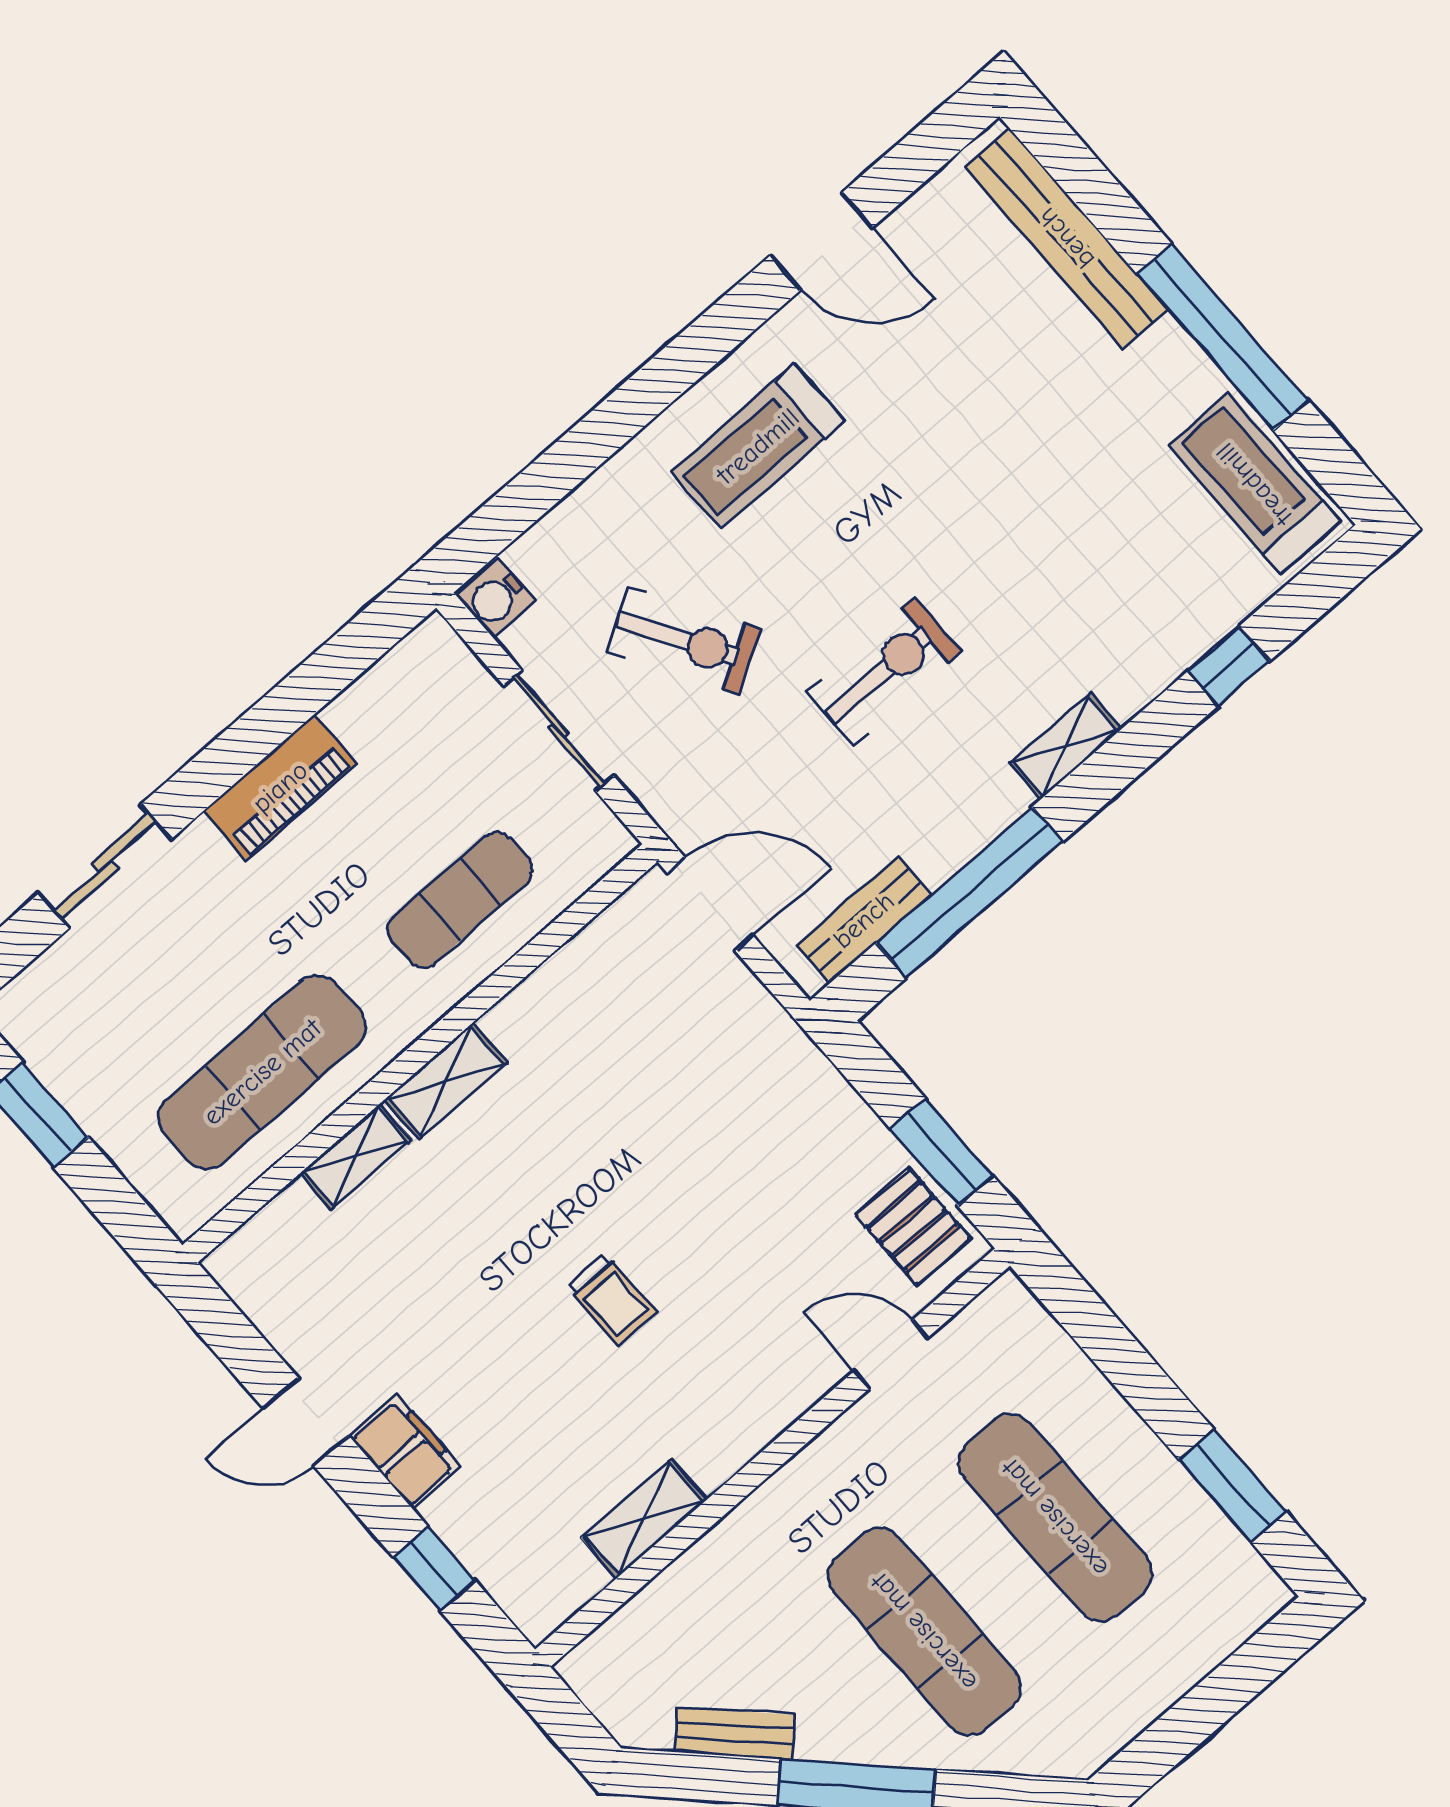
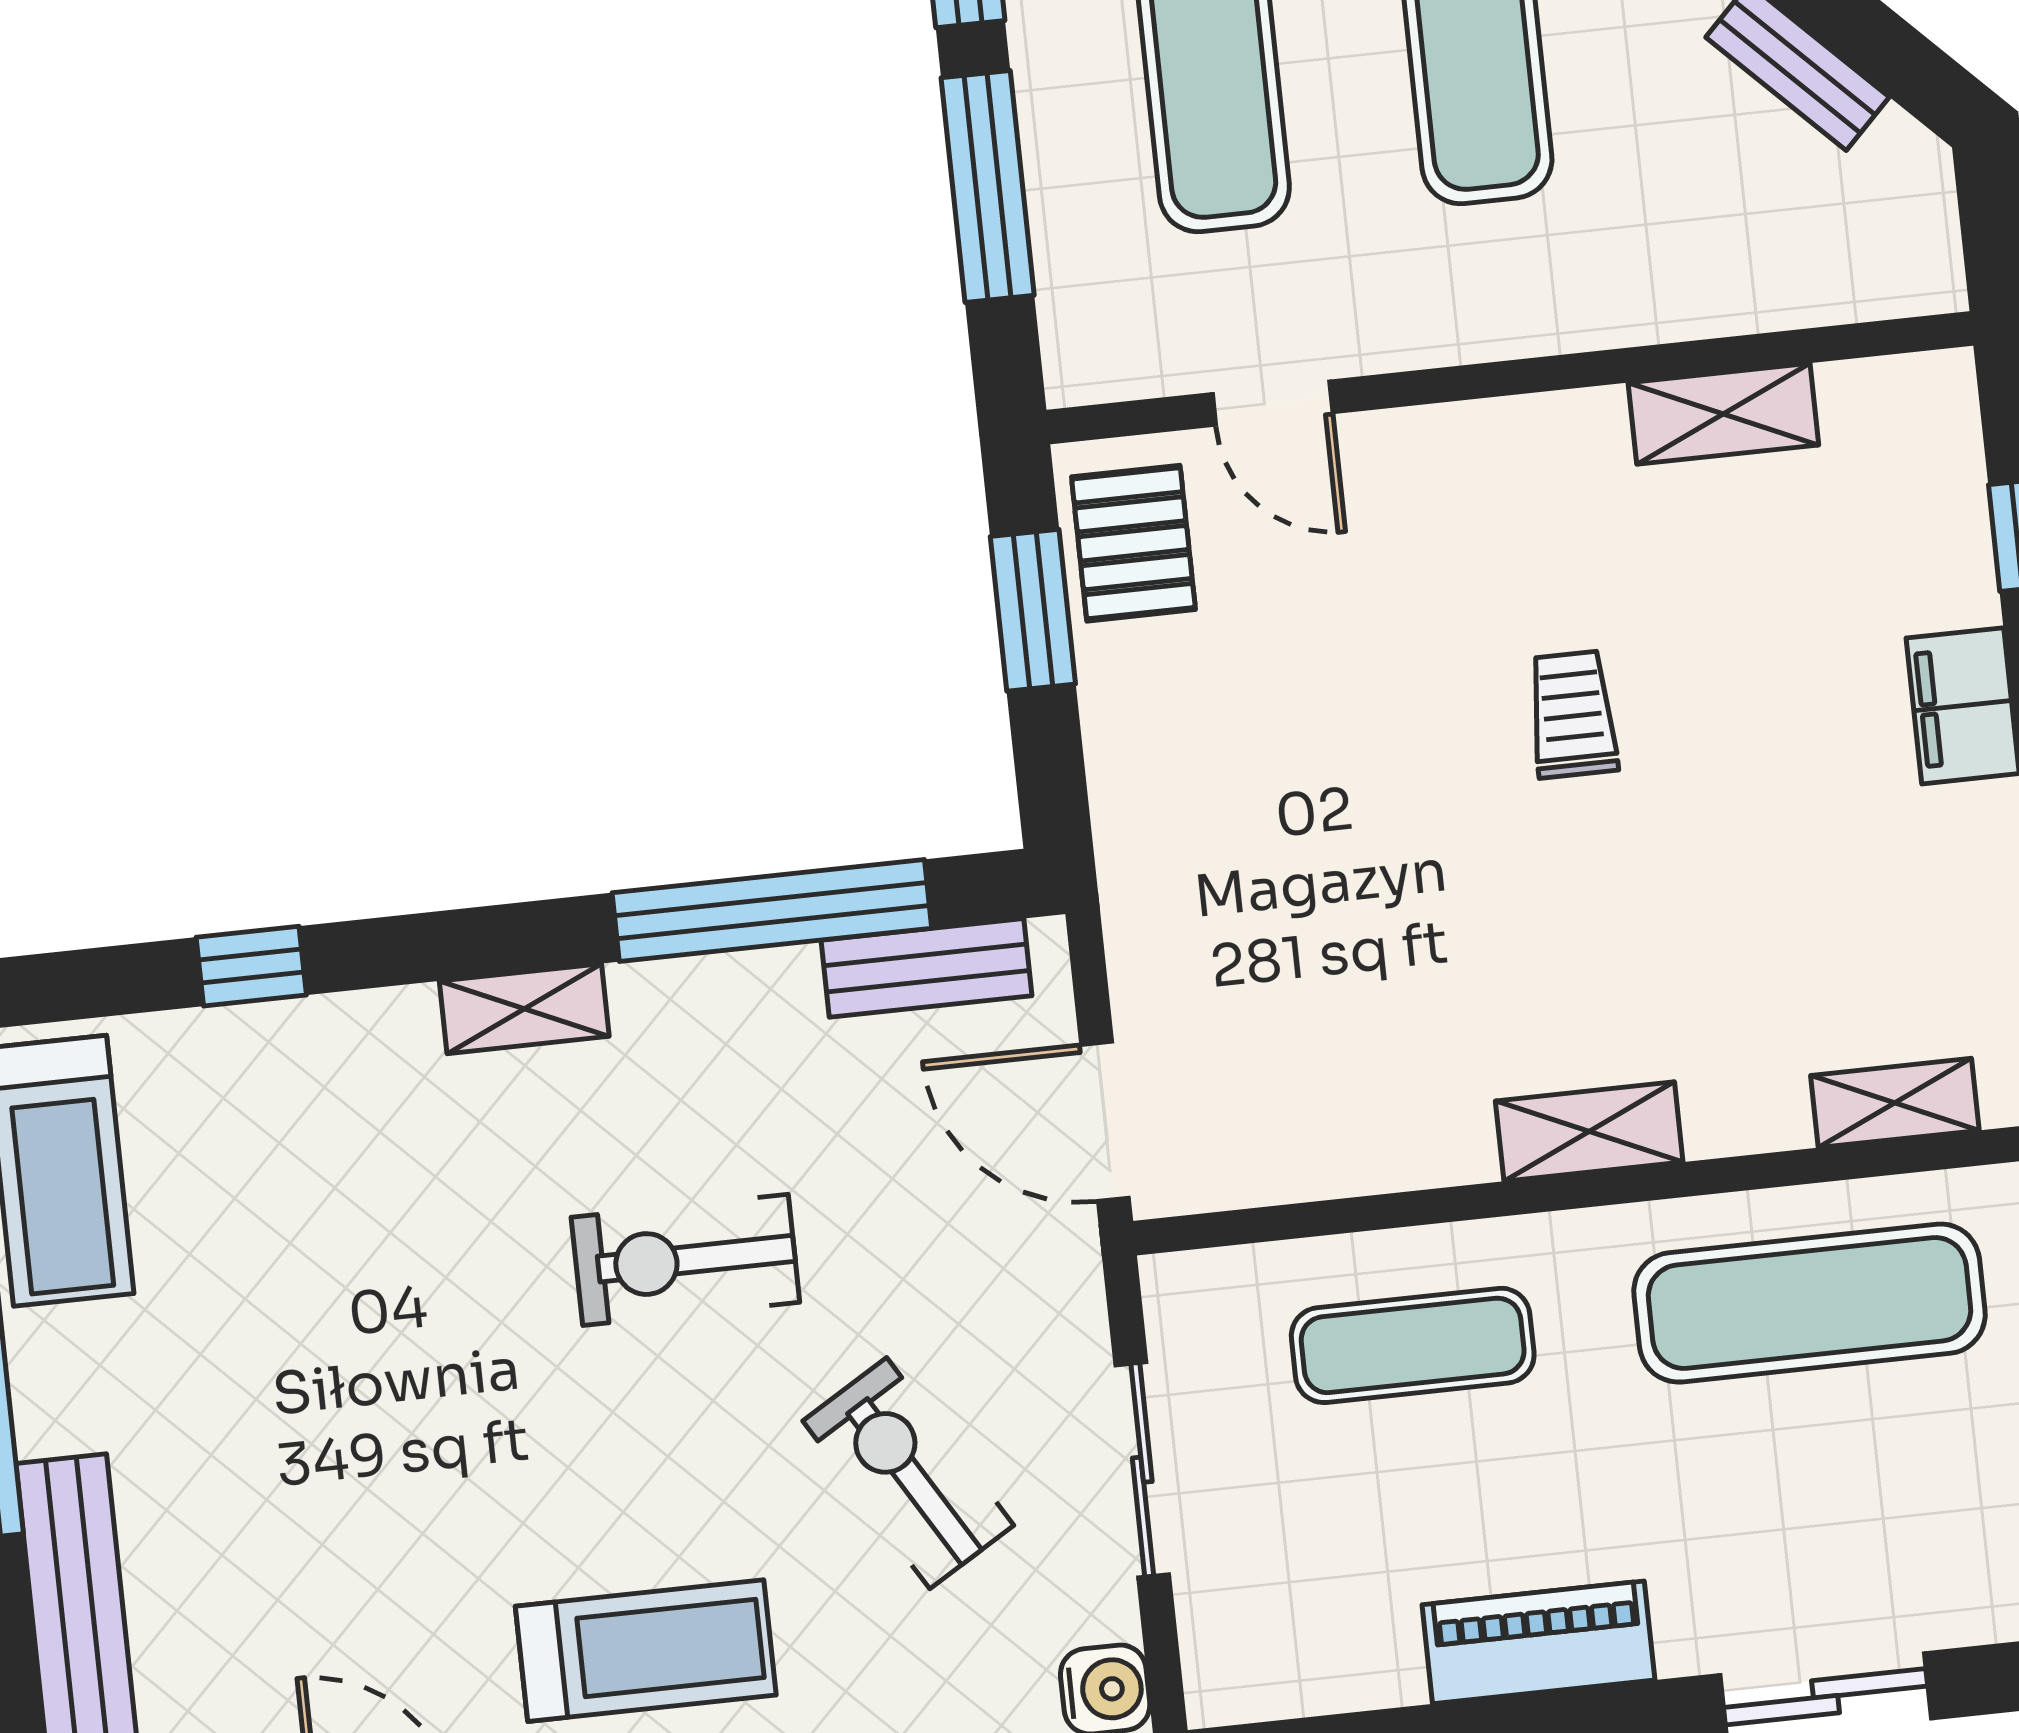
shelving: (356, 1156) -> (1895, 1103), moved
window: (1126, 1364) -> (988, 186), added

